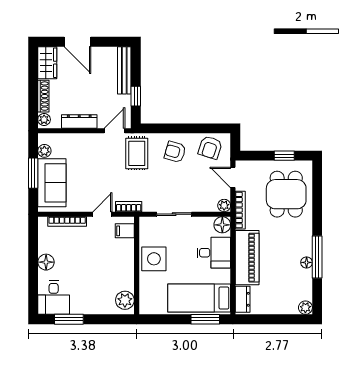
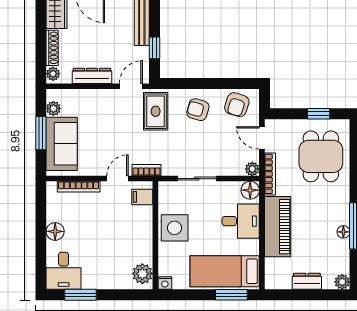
dresser: (243, 299) -> (307, 281), moved, turned -90
nightstand: (145, 309) -> (165, 283), added

